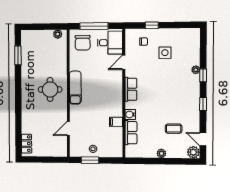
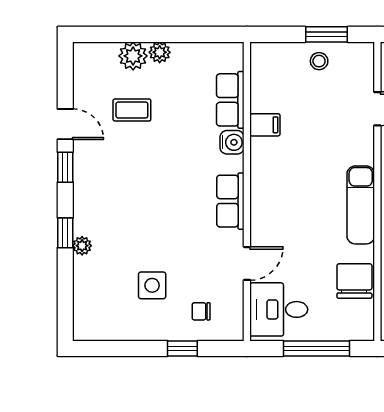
chair: (83, 43) -> (354, 281), moved
door: (203, 139) -> (65, 124), moved
plant: (193, 152) -> (133, 56), moved

